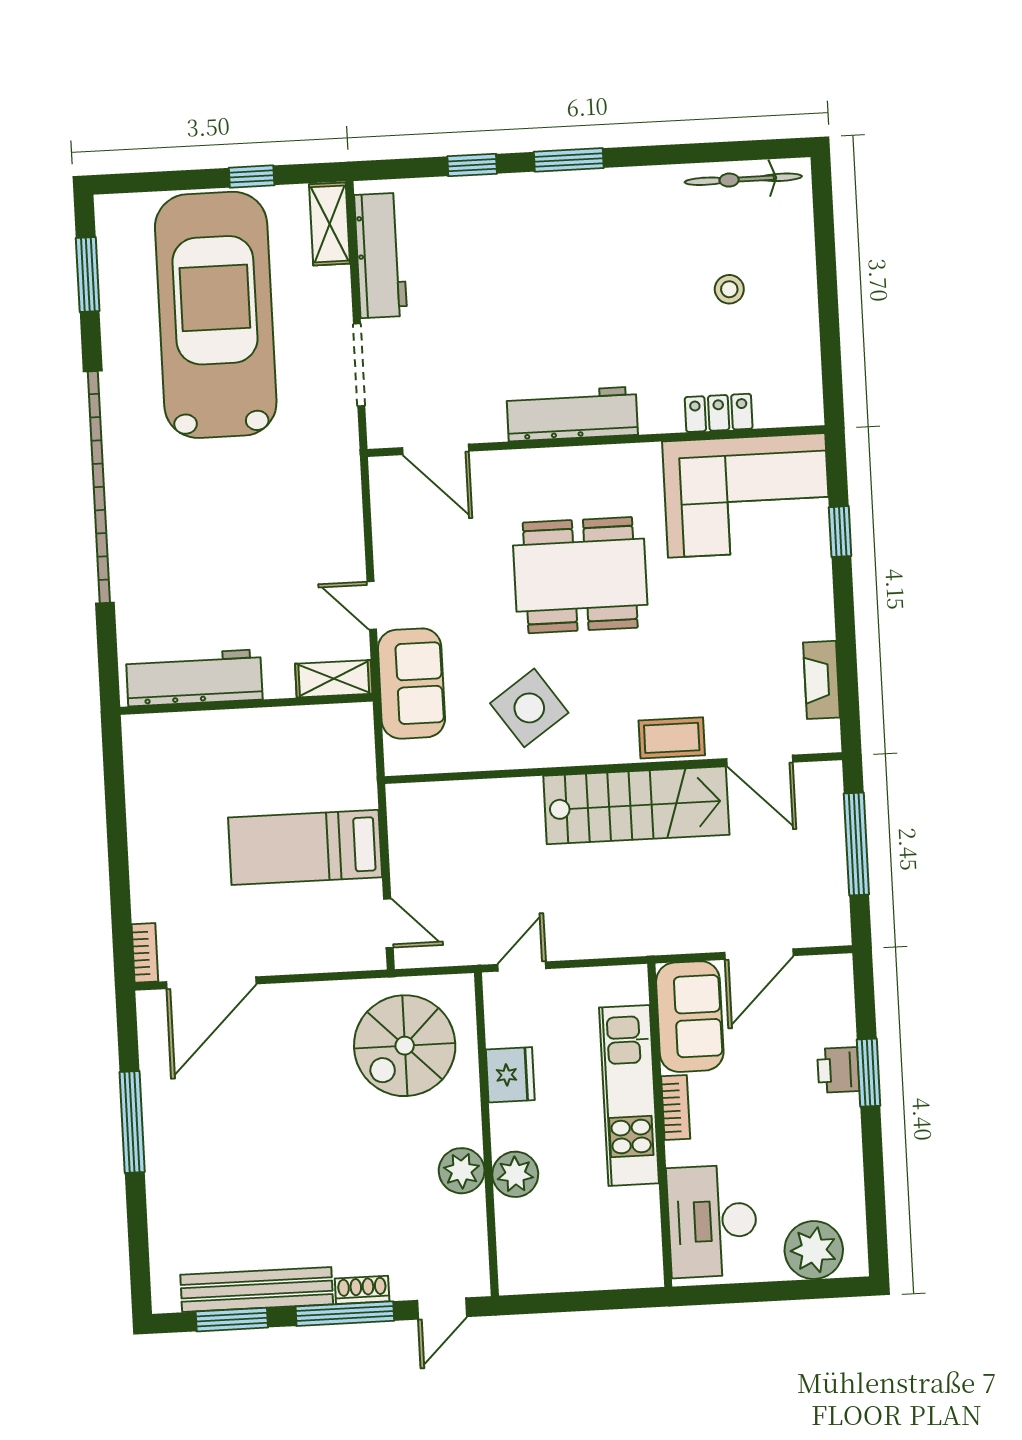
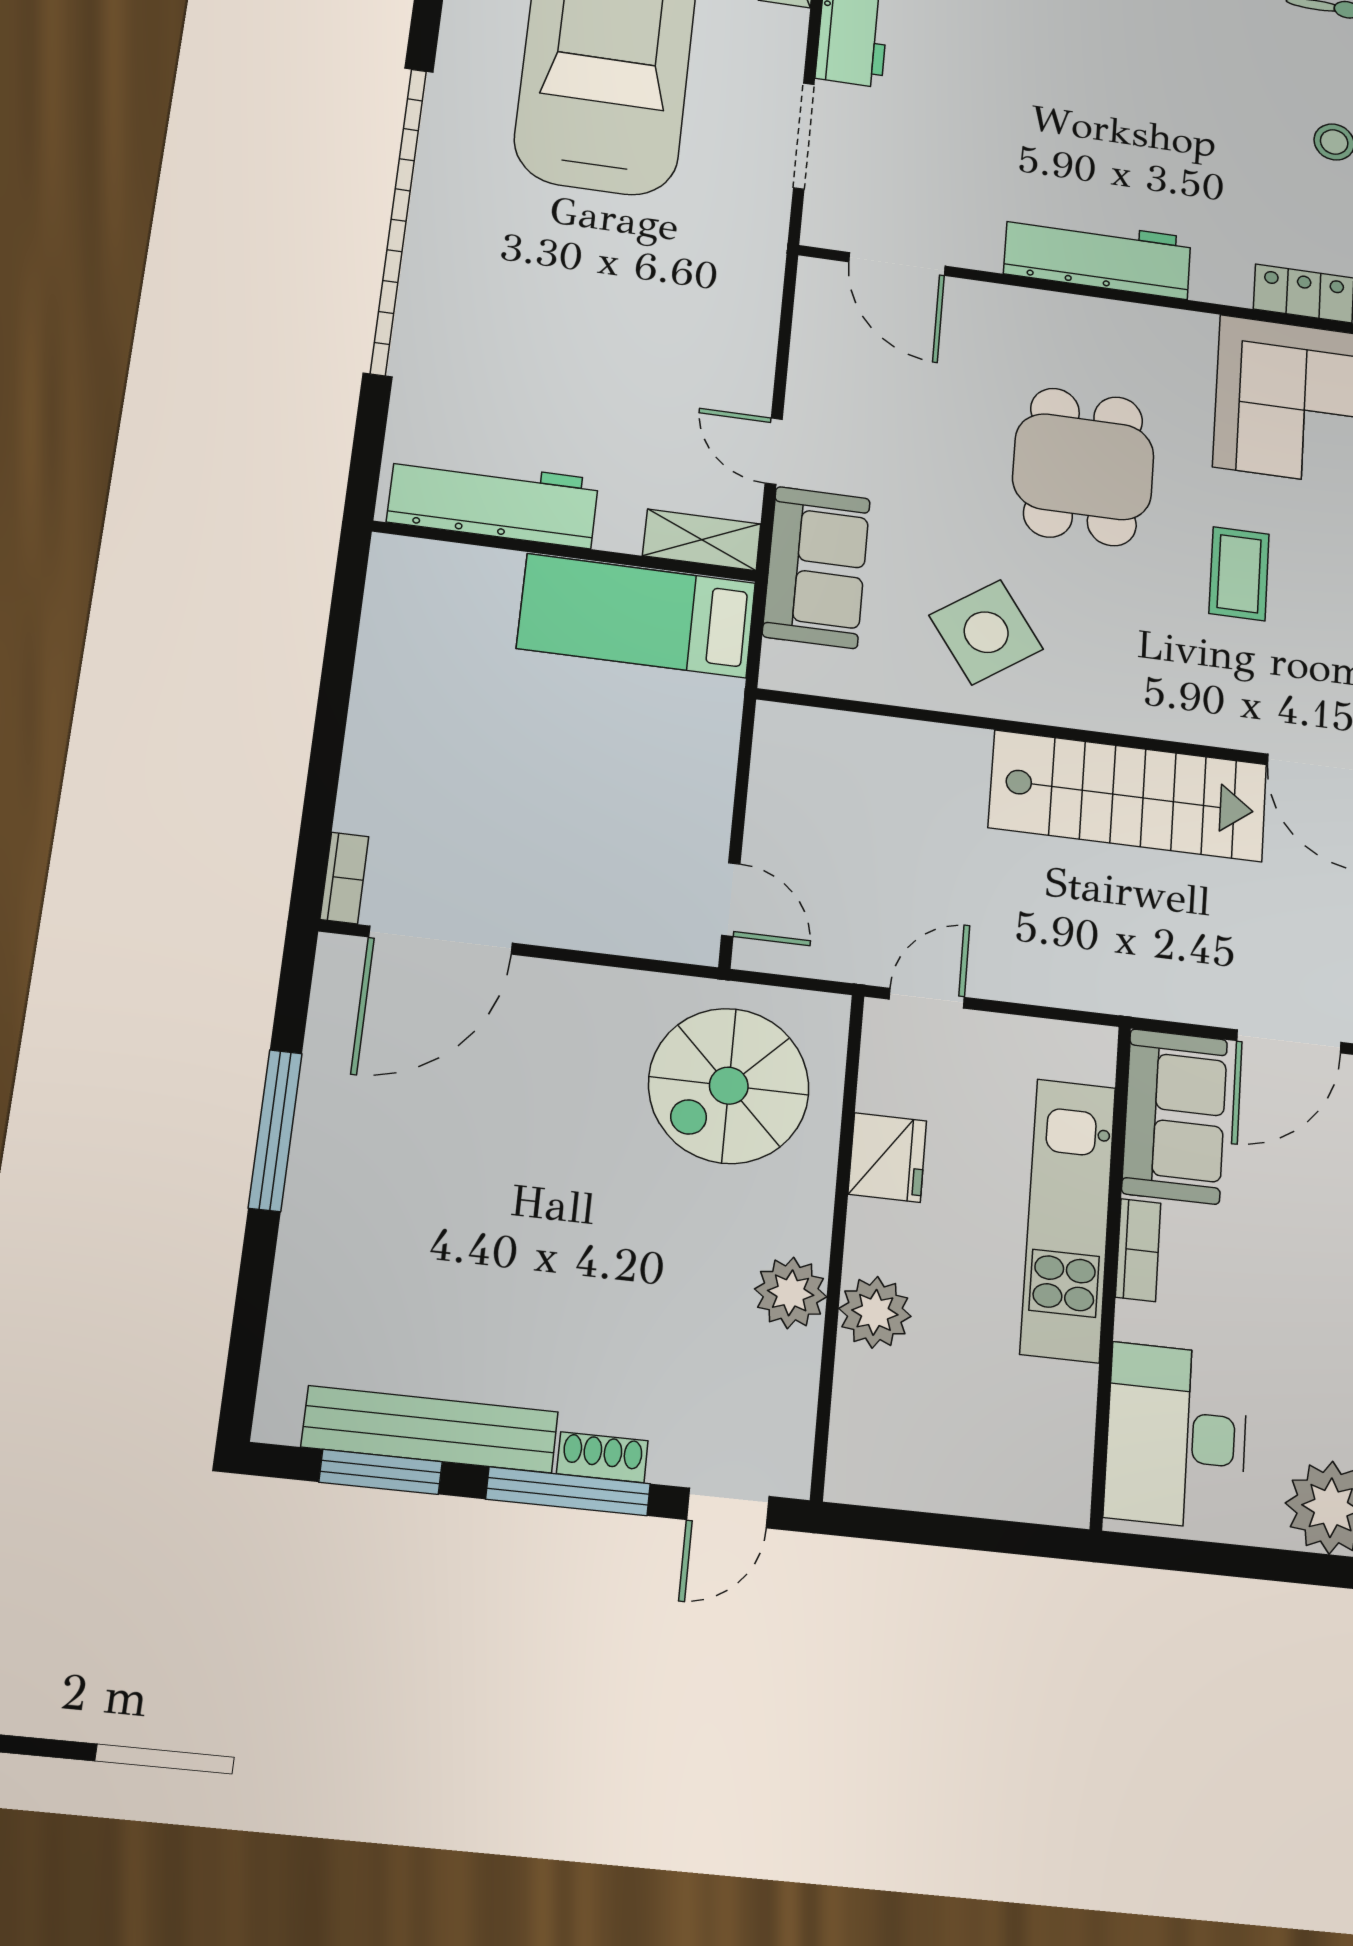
dining table: (580, 575) -> (1083, 467), width x0.73
coffee table: (672, 738) -> (1239, 574), moved, turned 90
bed: (305, 847) -> (637, 616), moved

